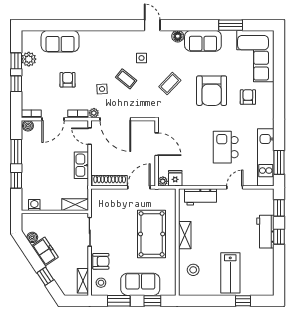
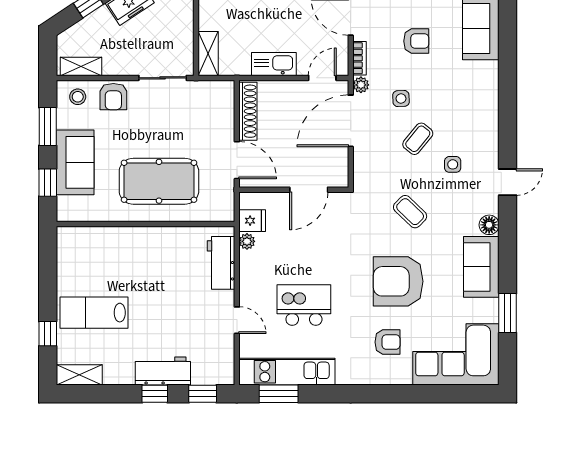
plant: (163, 181) -> (247, 241), moved
shelving: (185, 235) -> (79, 375), moved
stool: (193, 270) -> (99, 251), removed

